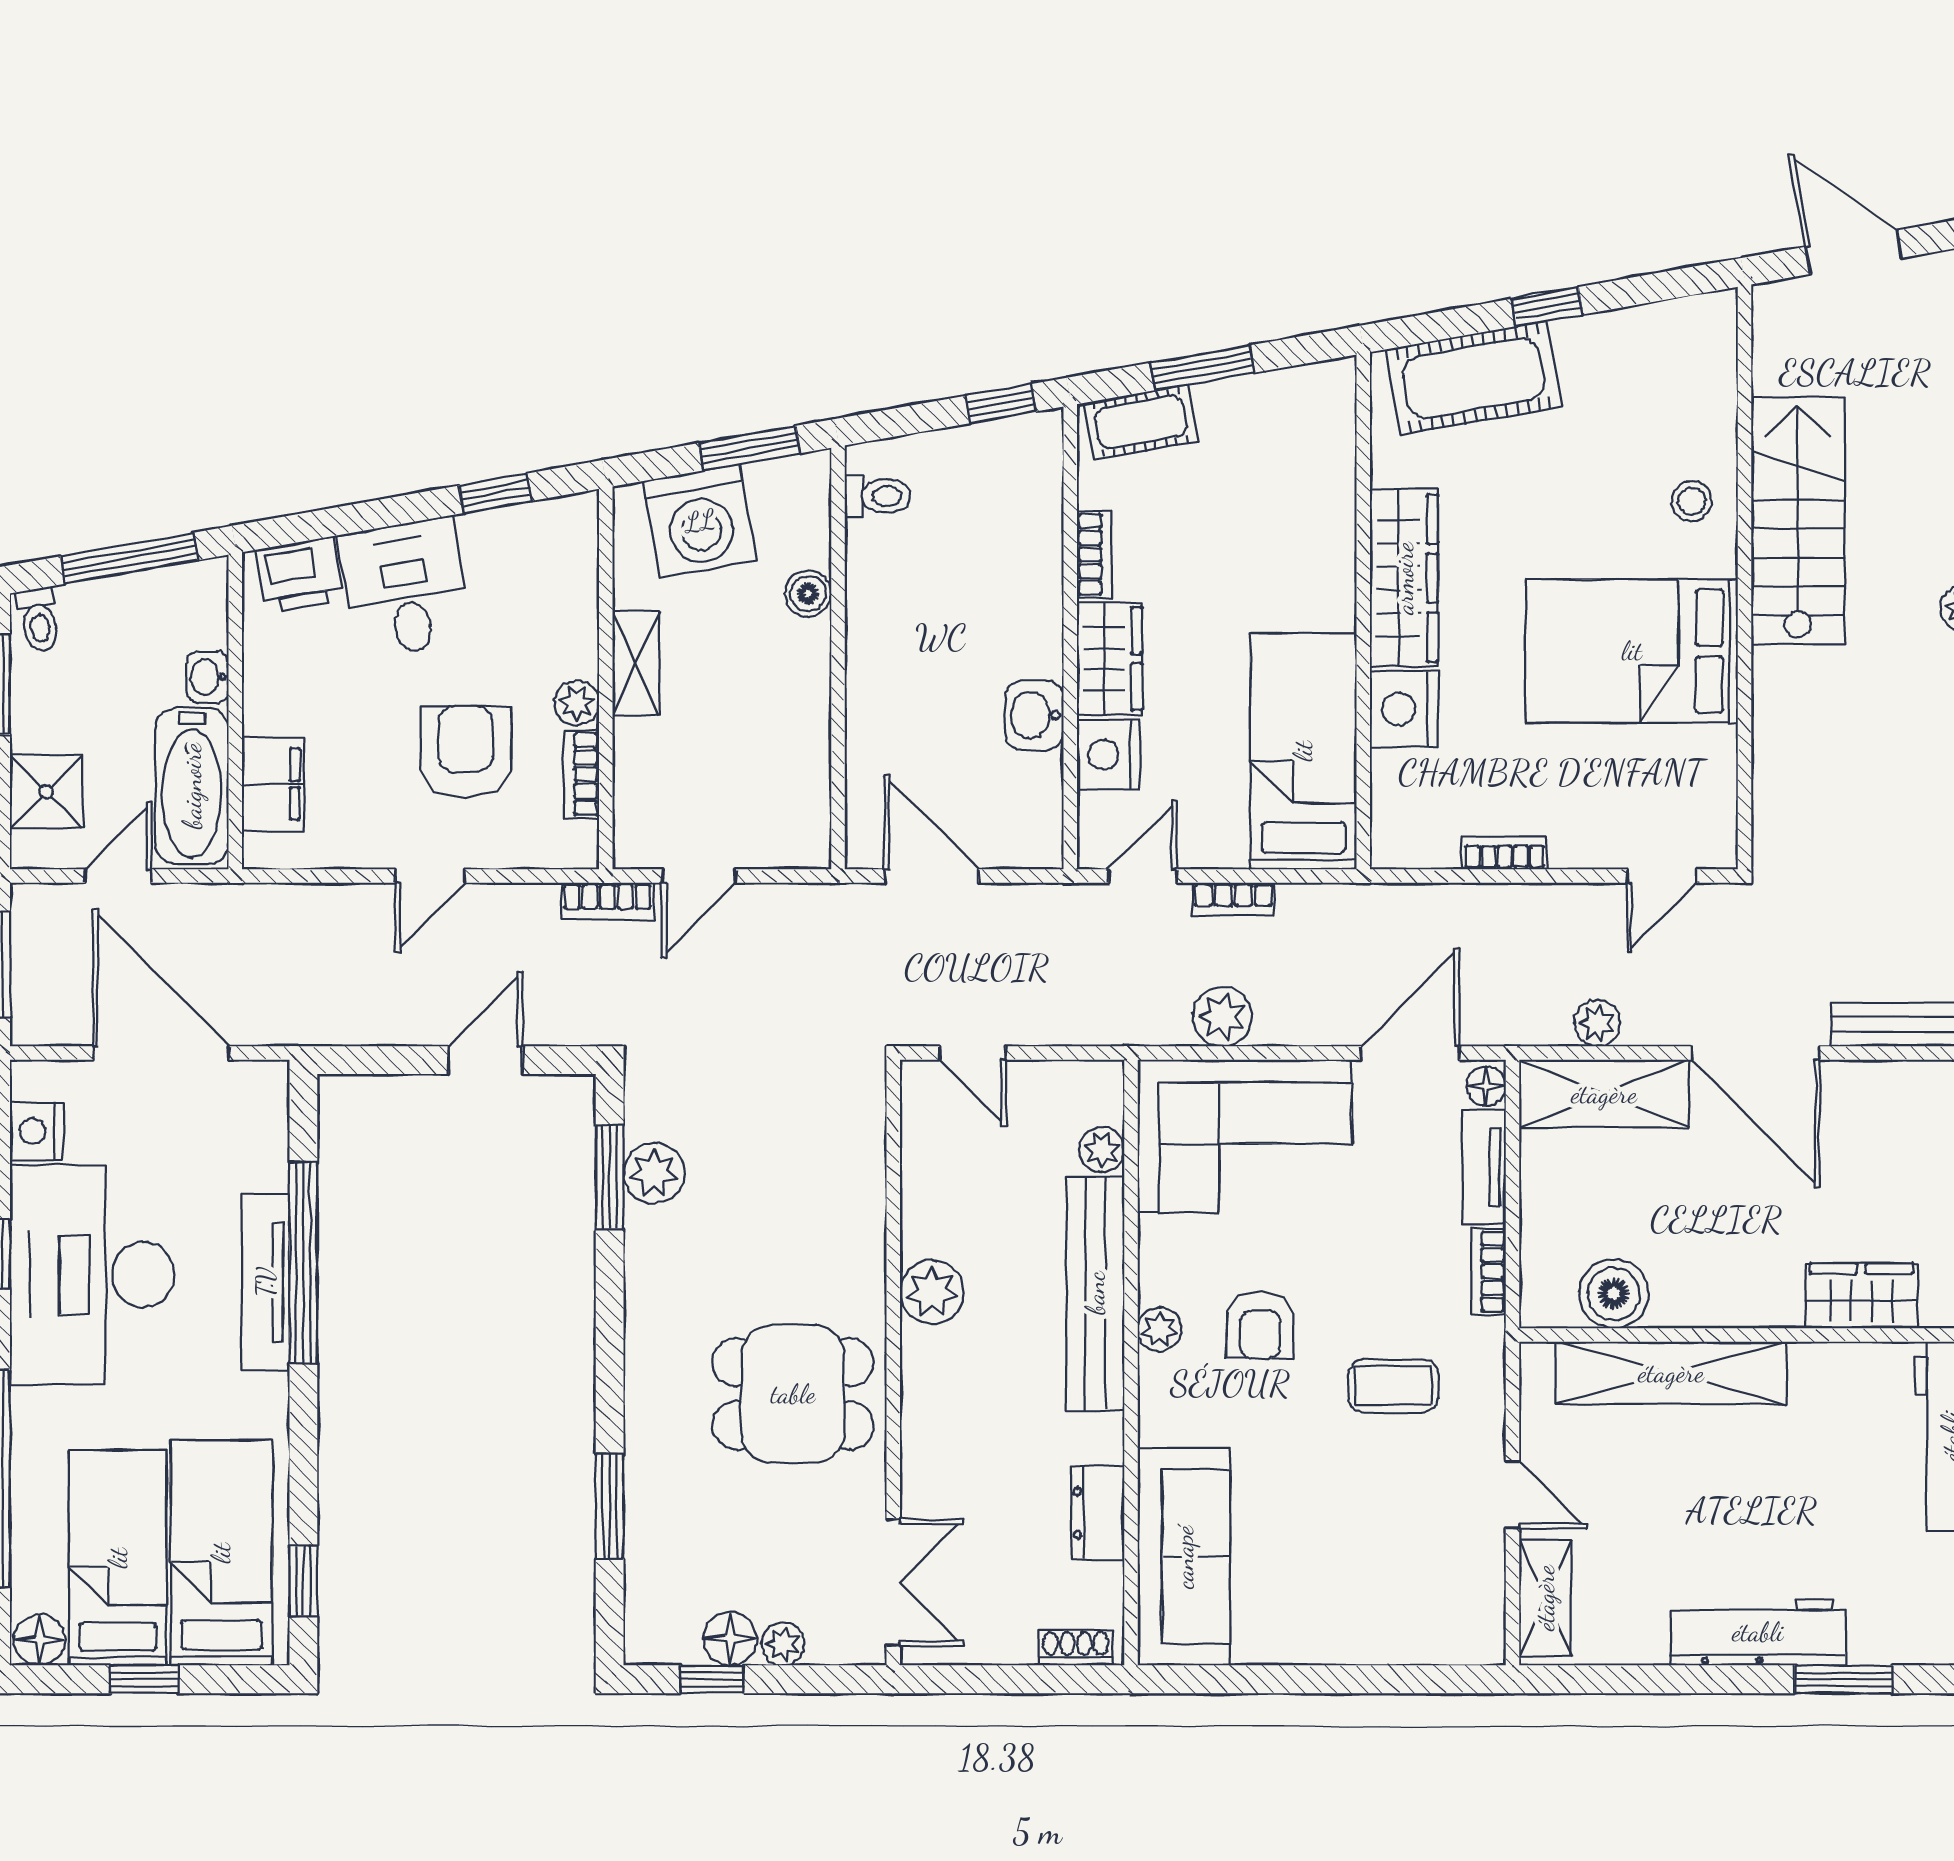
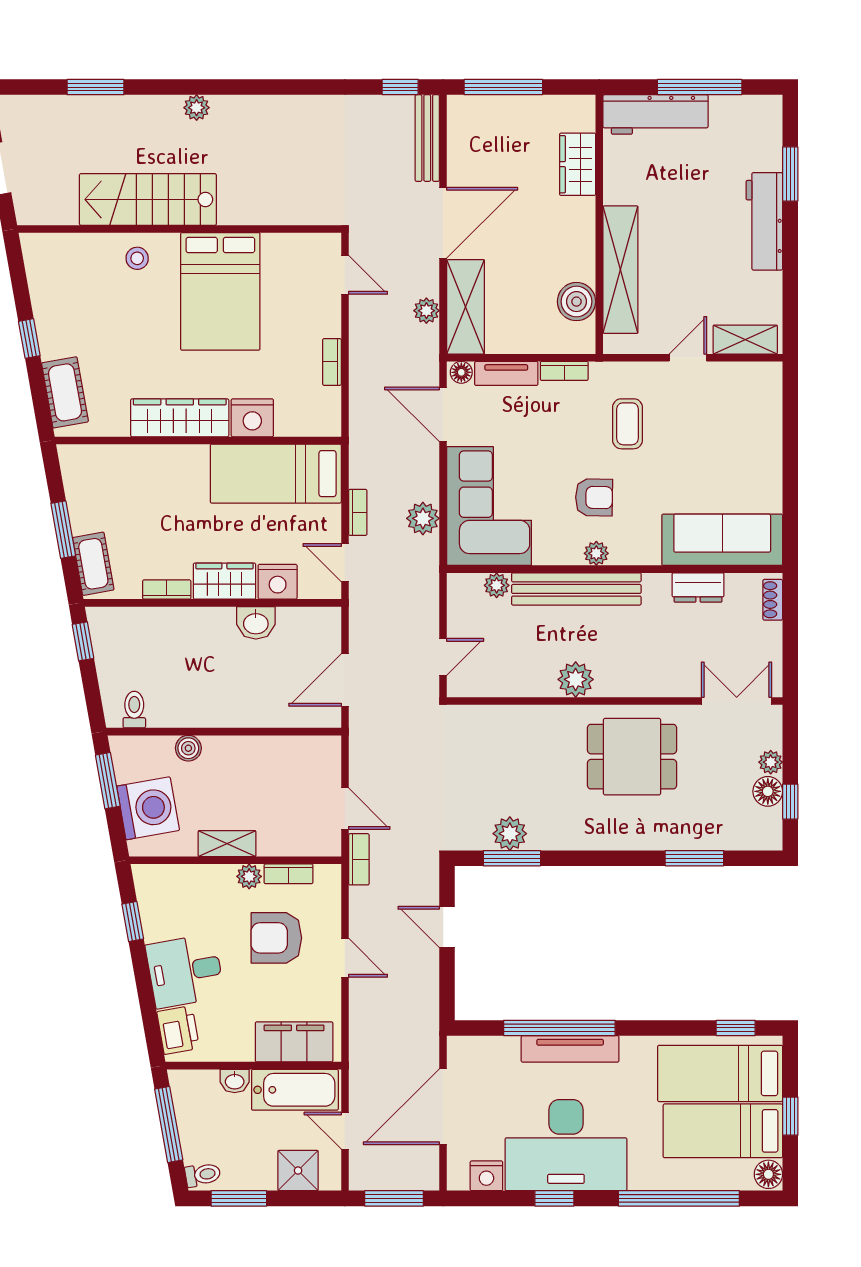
cot: (1474, 378) -> (65, 392), width x0.73, depth x0.75
filing cabinet: (273, 784) -> (294, 1042), width x1.50, depth x1.17
dining table: (793, 1394) -> (632, 757), turned 90

